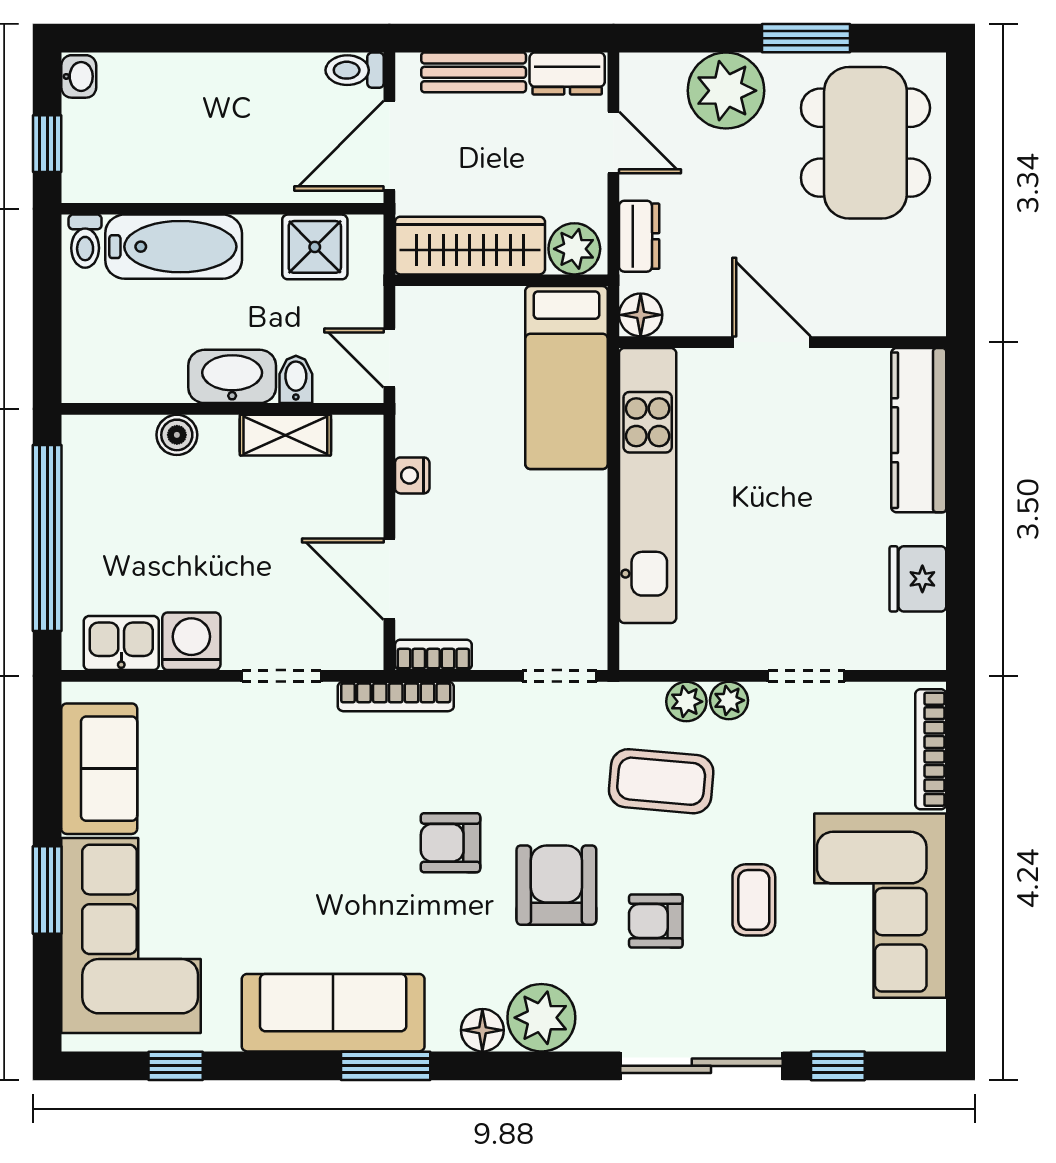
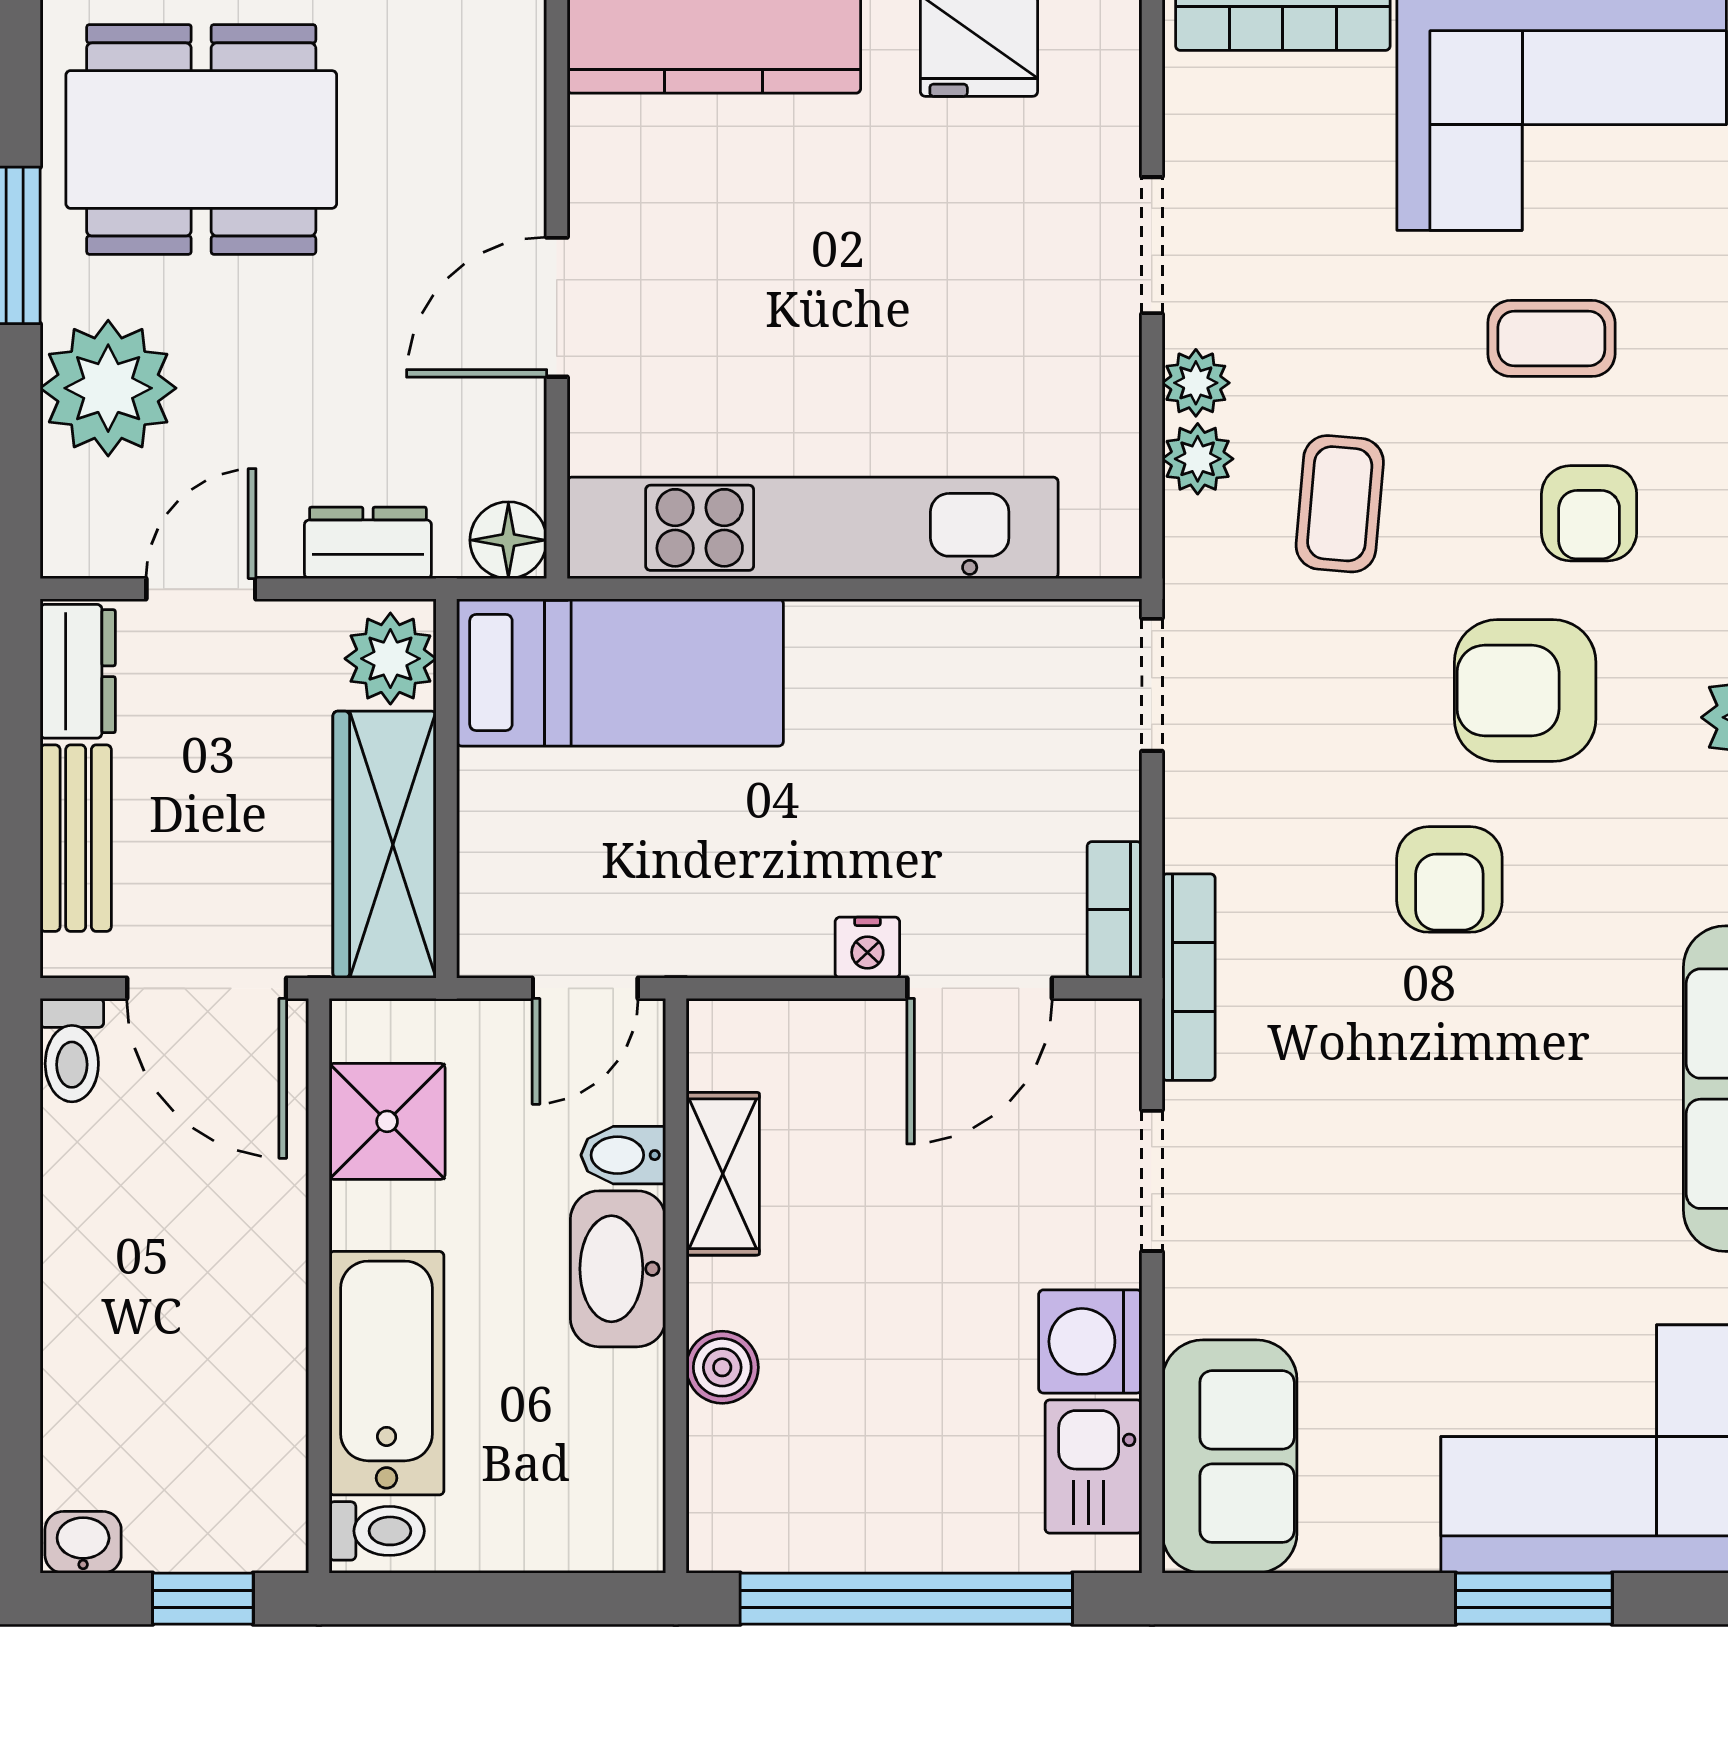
nightstand: (412, 475) -> (867, 948), moved
sofa: (99, 769) -> (1230, 1457), moved, turned 90
coffee table: (661, 781) -> (1340, 504), width x0.73, depth x0.77

